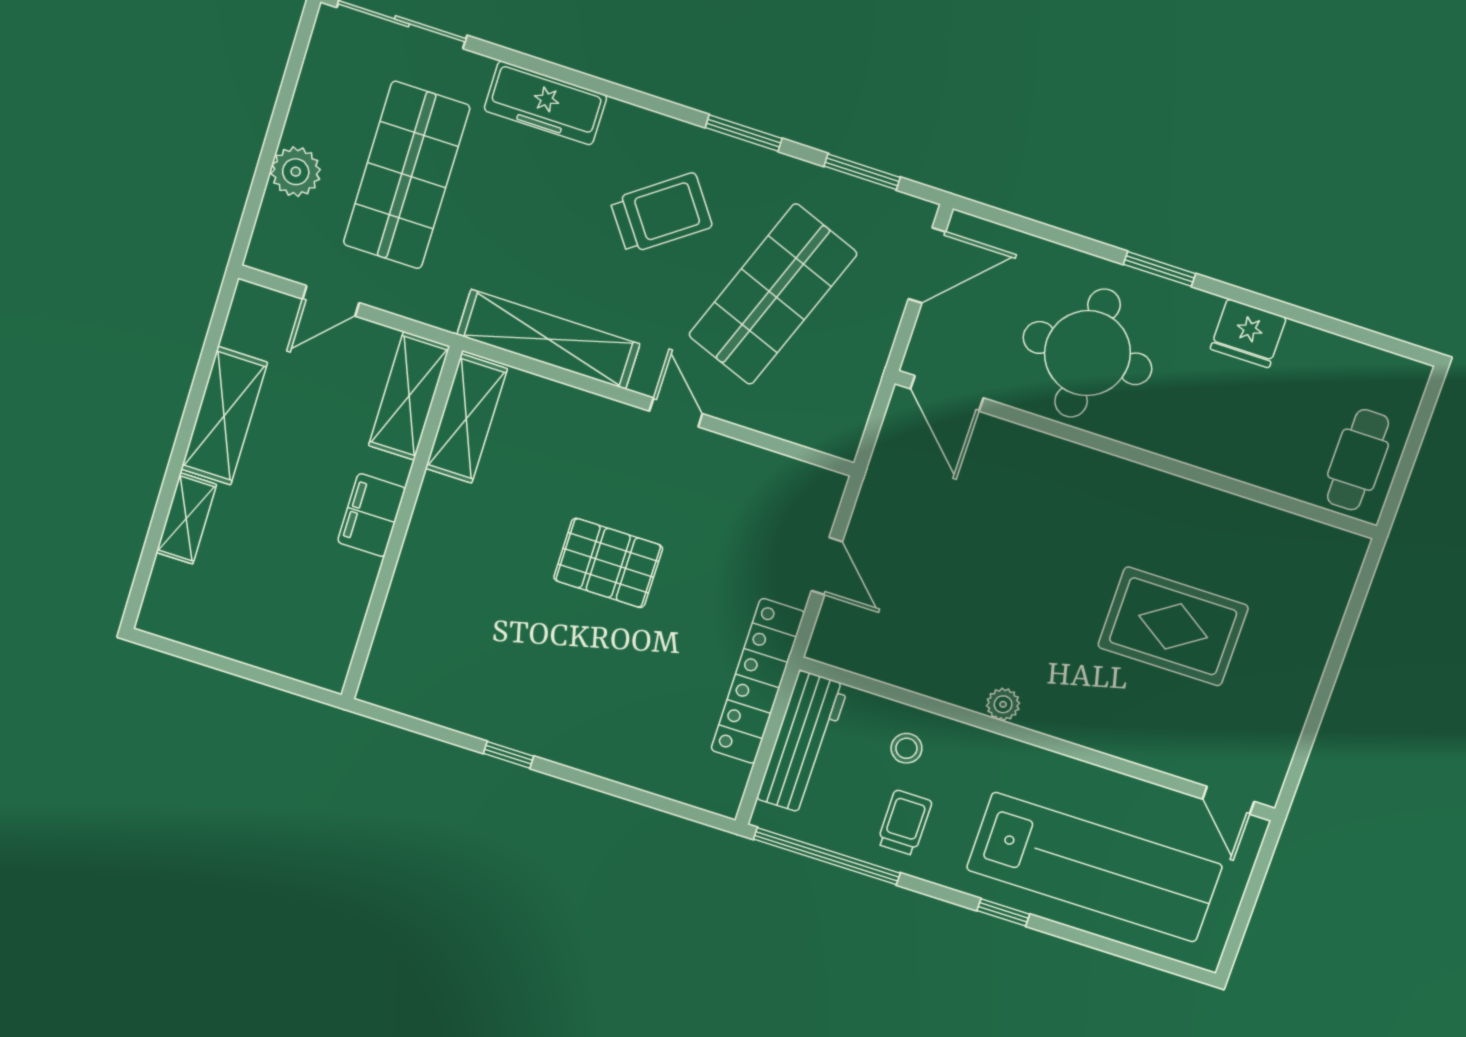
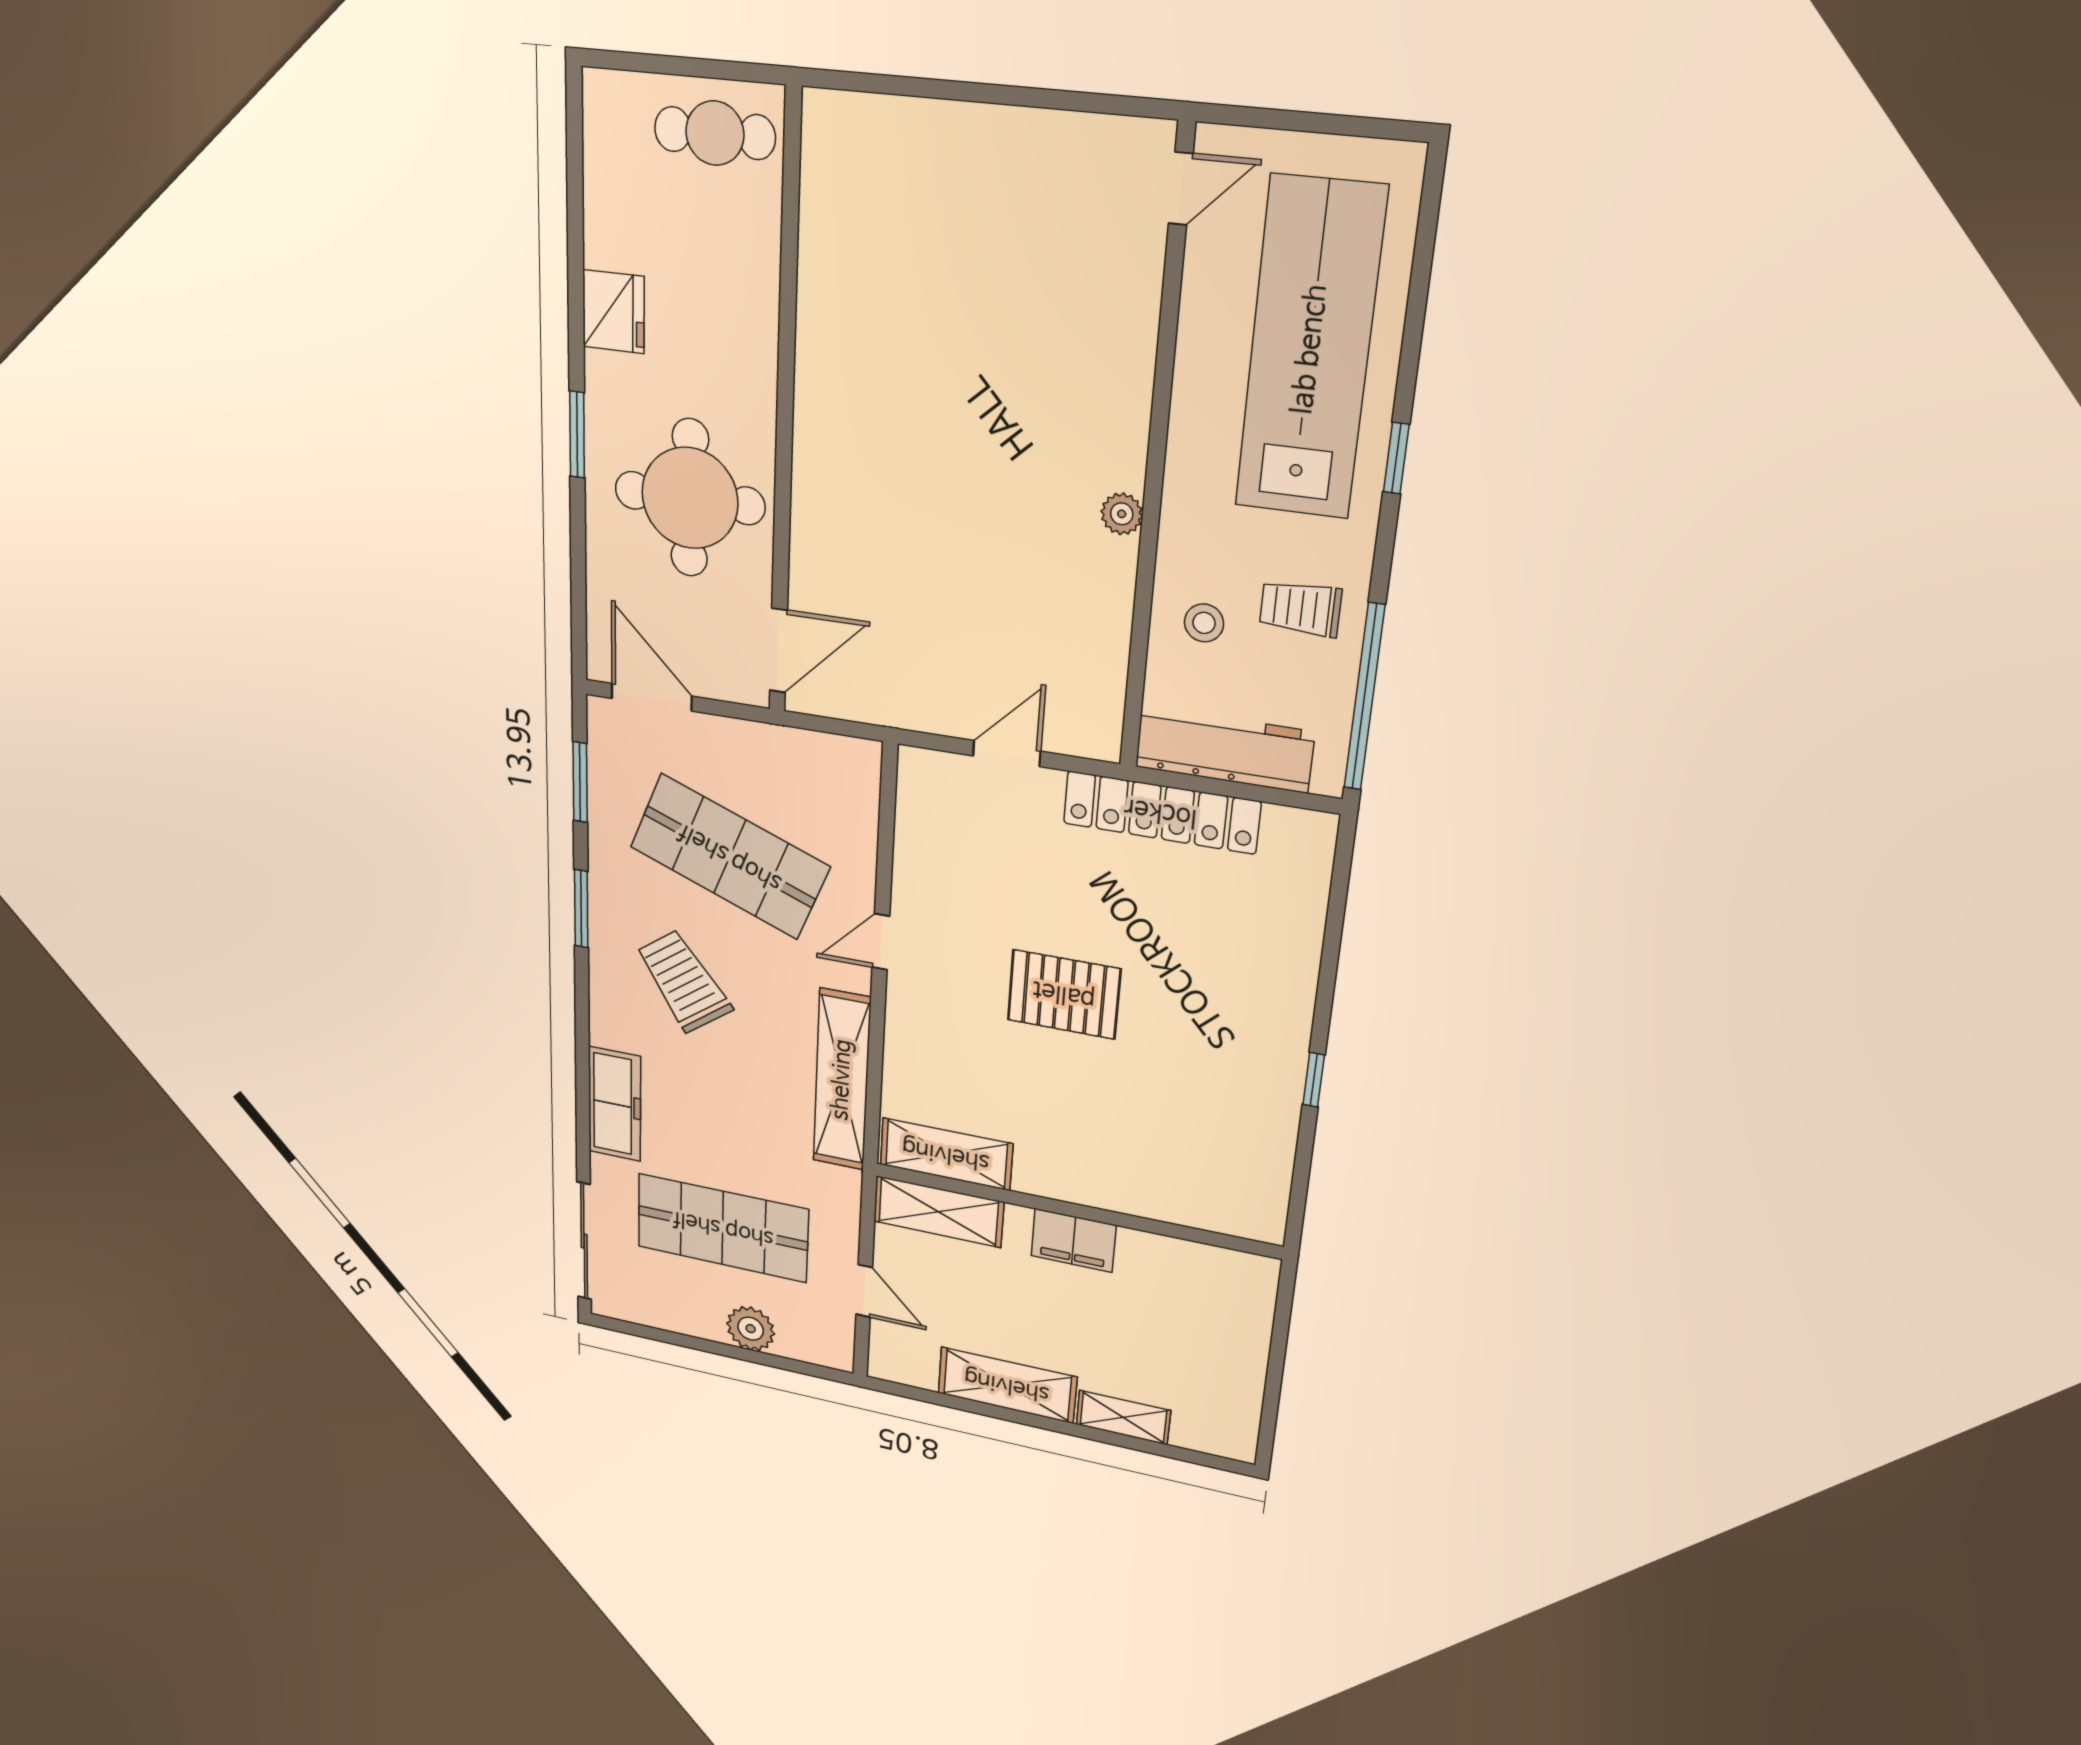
pallet: (608, 563) -> (1064, 994), turned 90
rug: (1173, 626) -> (974, 319), removed

